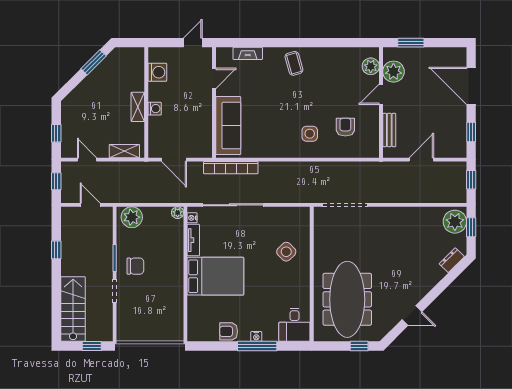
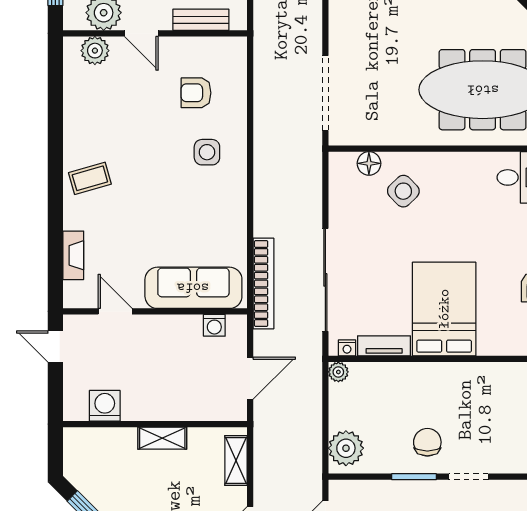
washing machine: (155, 109) -> (214, 325), moved, turned 180
floor lamp: (303, 231) -> (369, 163), added

